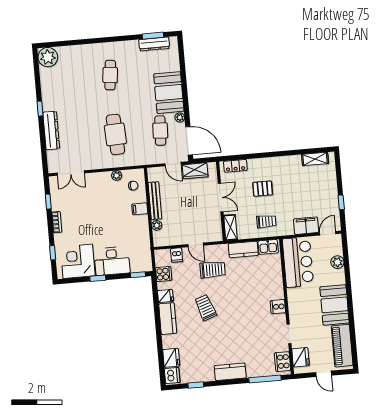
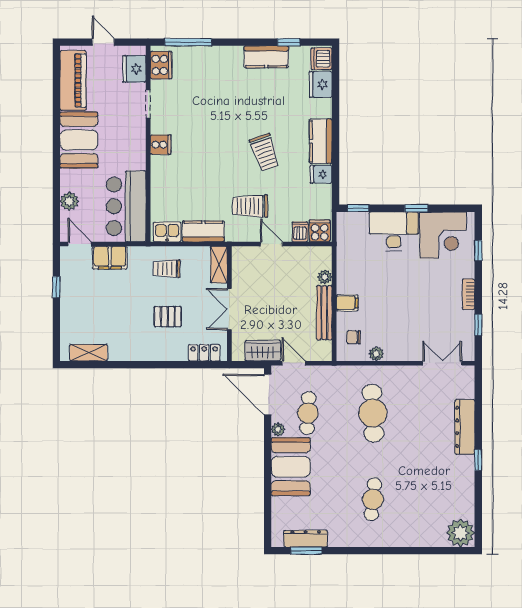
door: (328, 233) -> (80, 244), swing flipped
cooker: (164, 274) -> (320, 231), moved, turned 90
kitchen counter: (230, 372) -> (266, 57), moved

